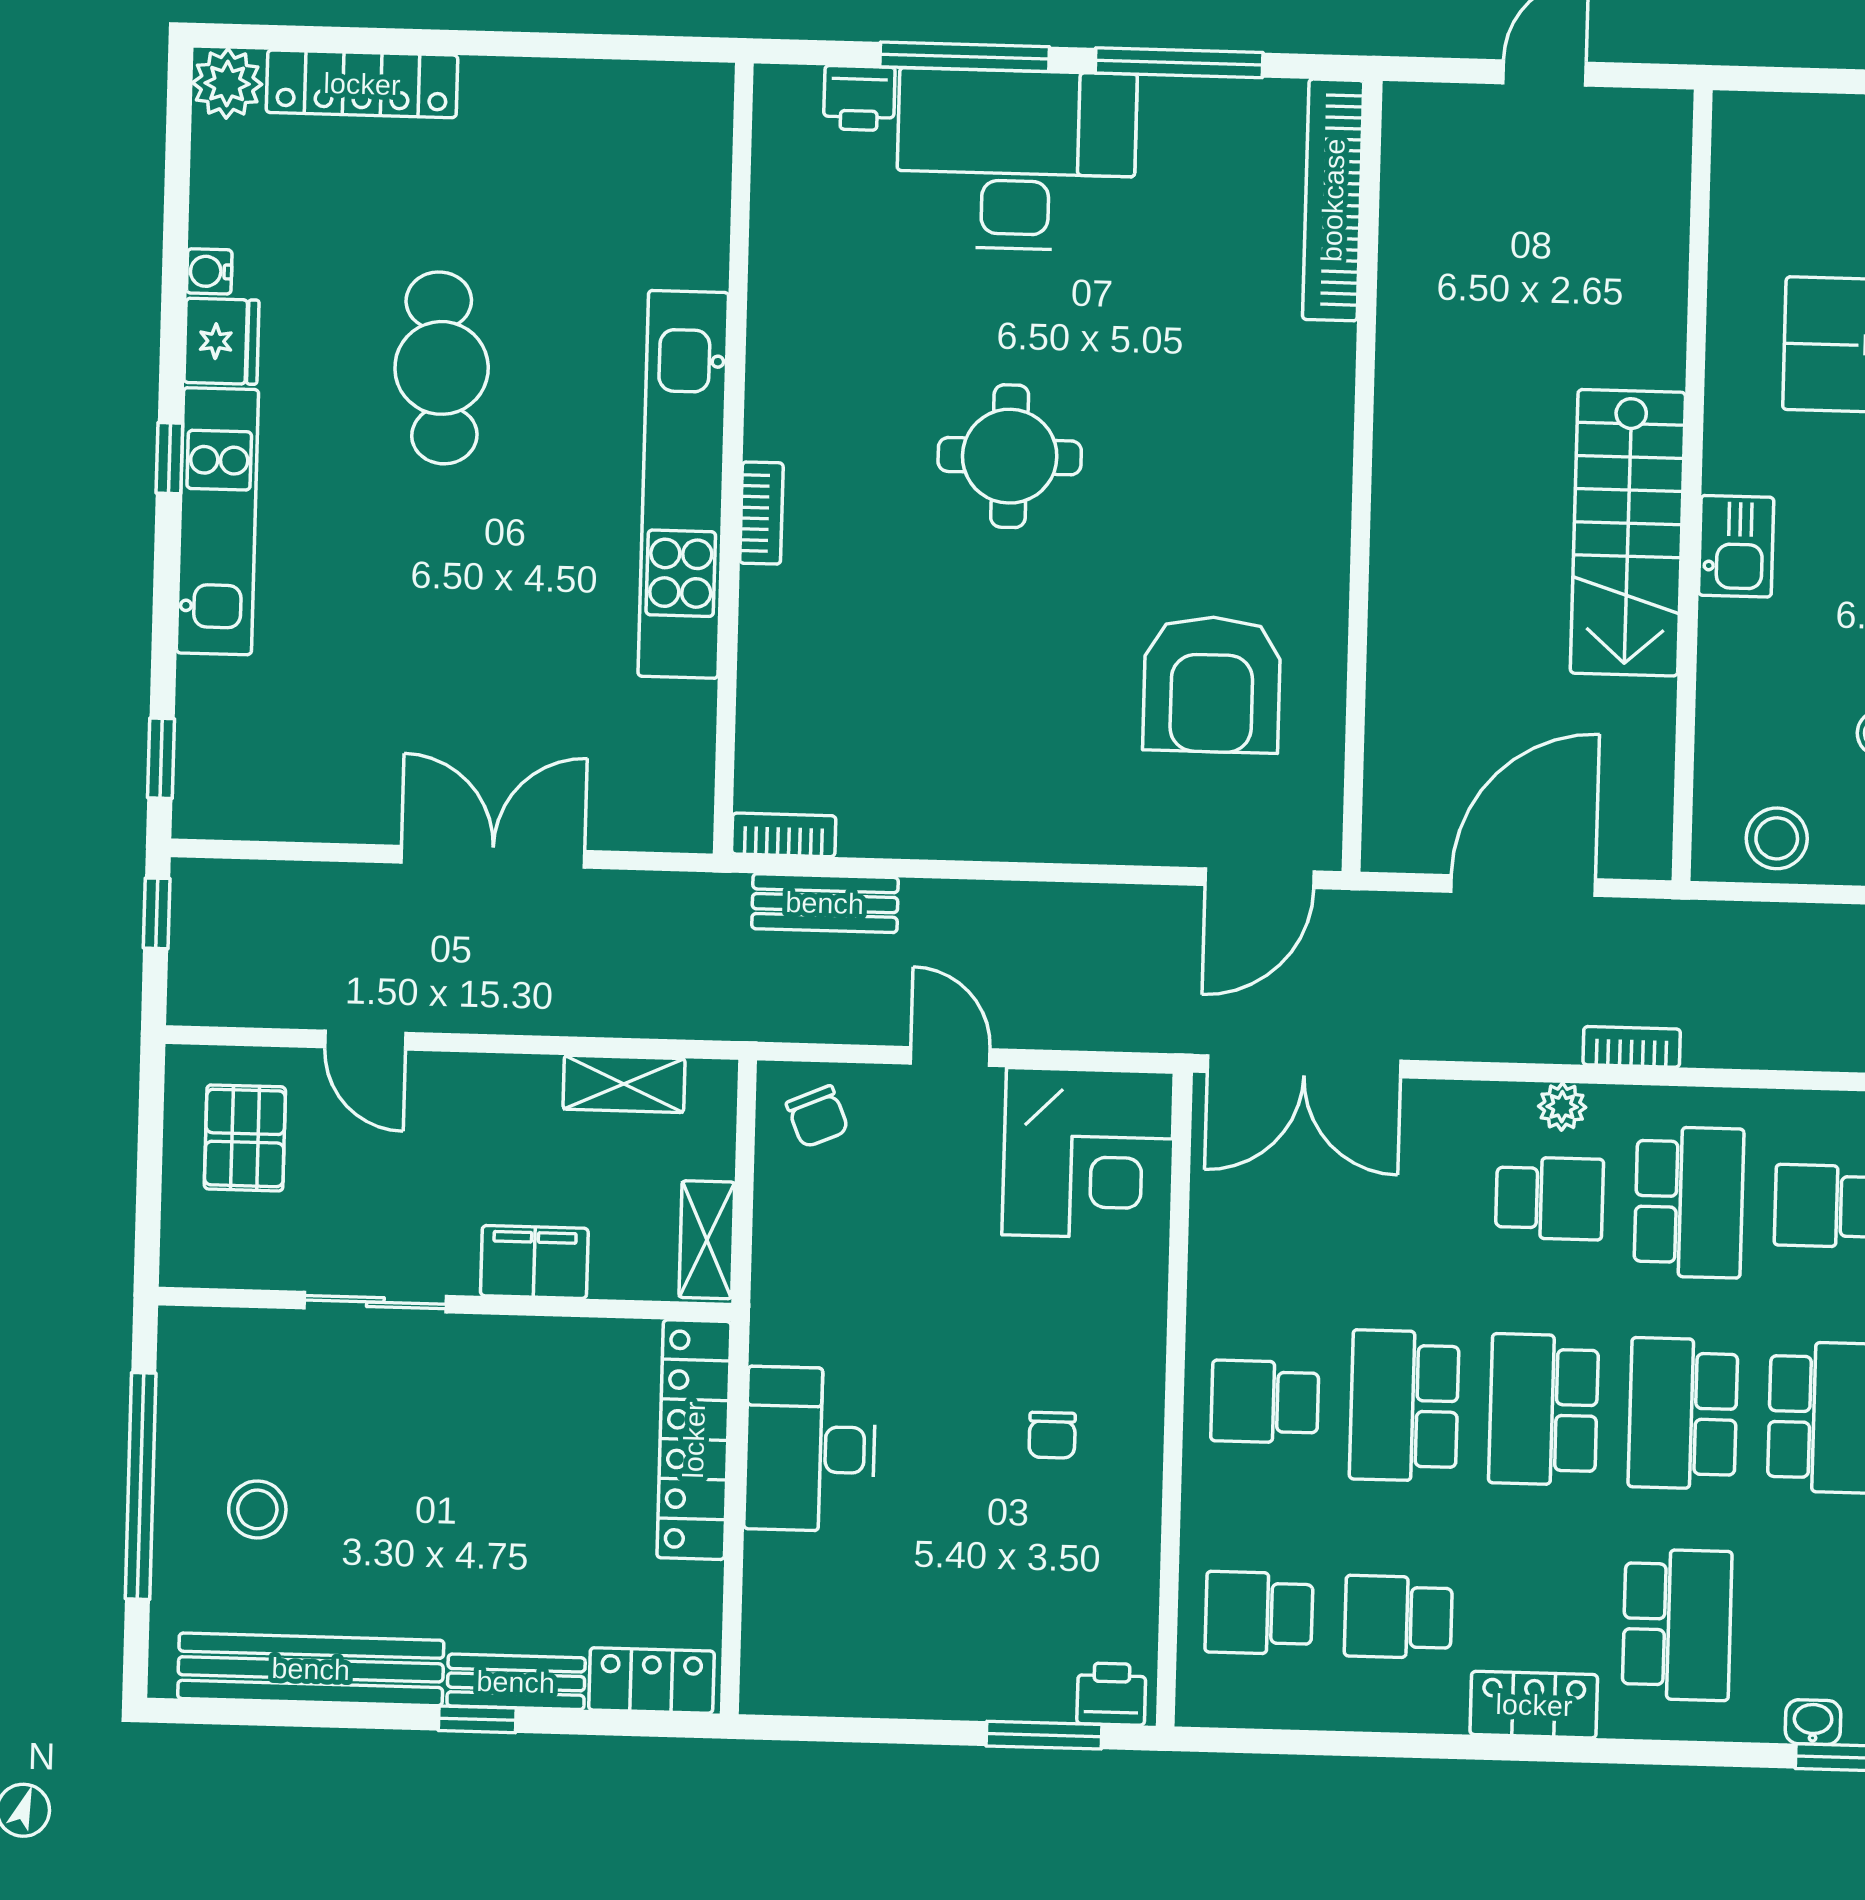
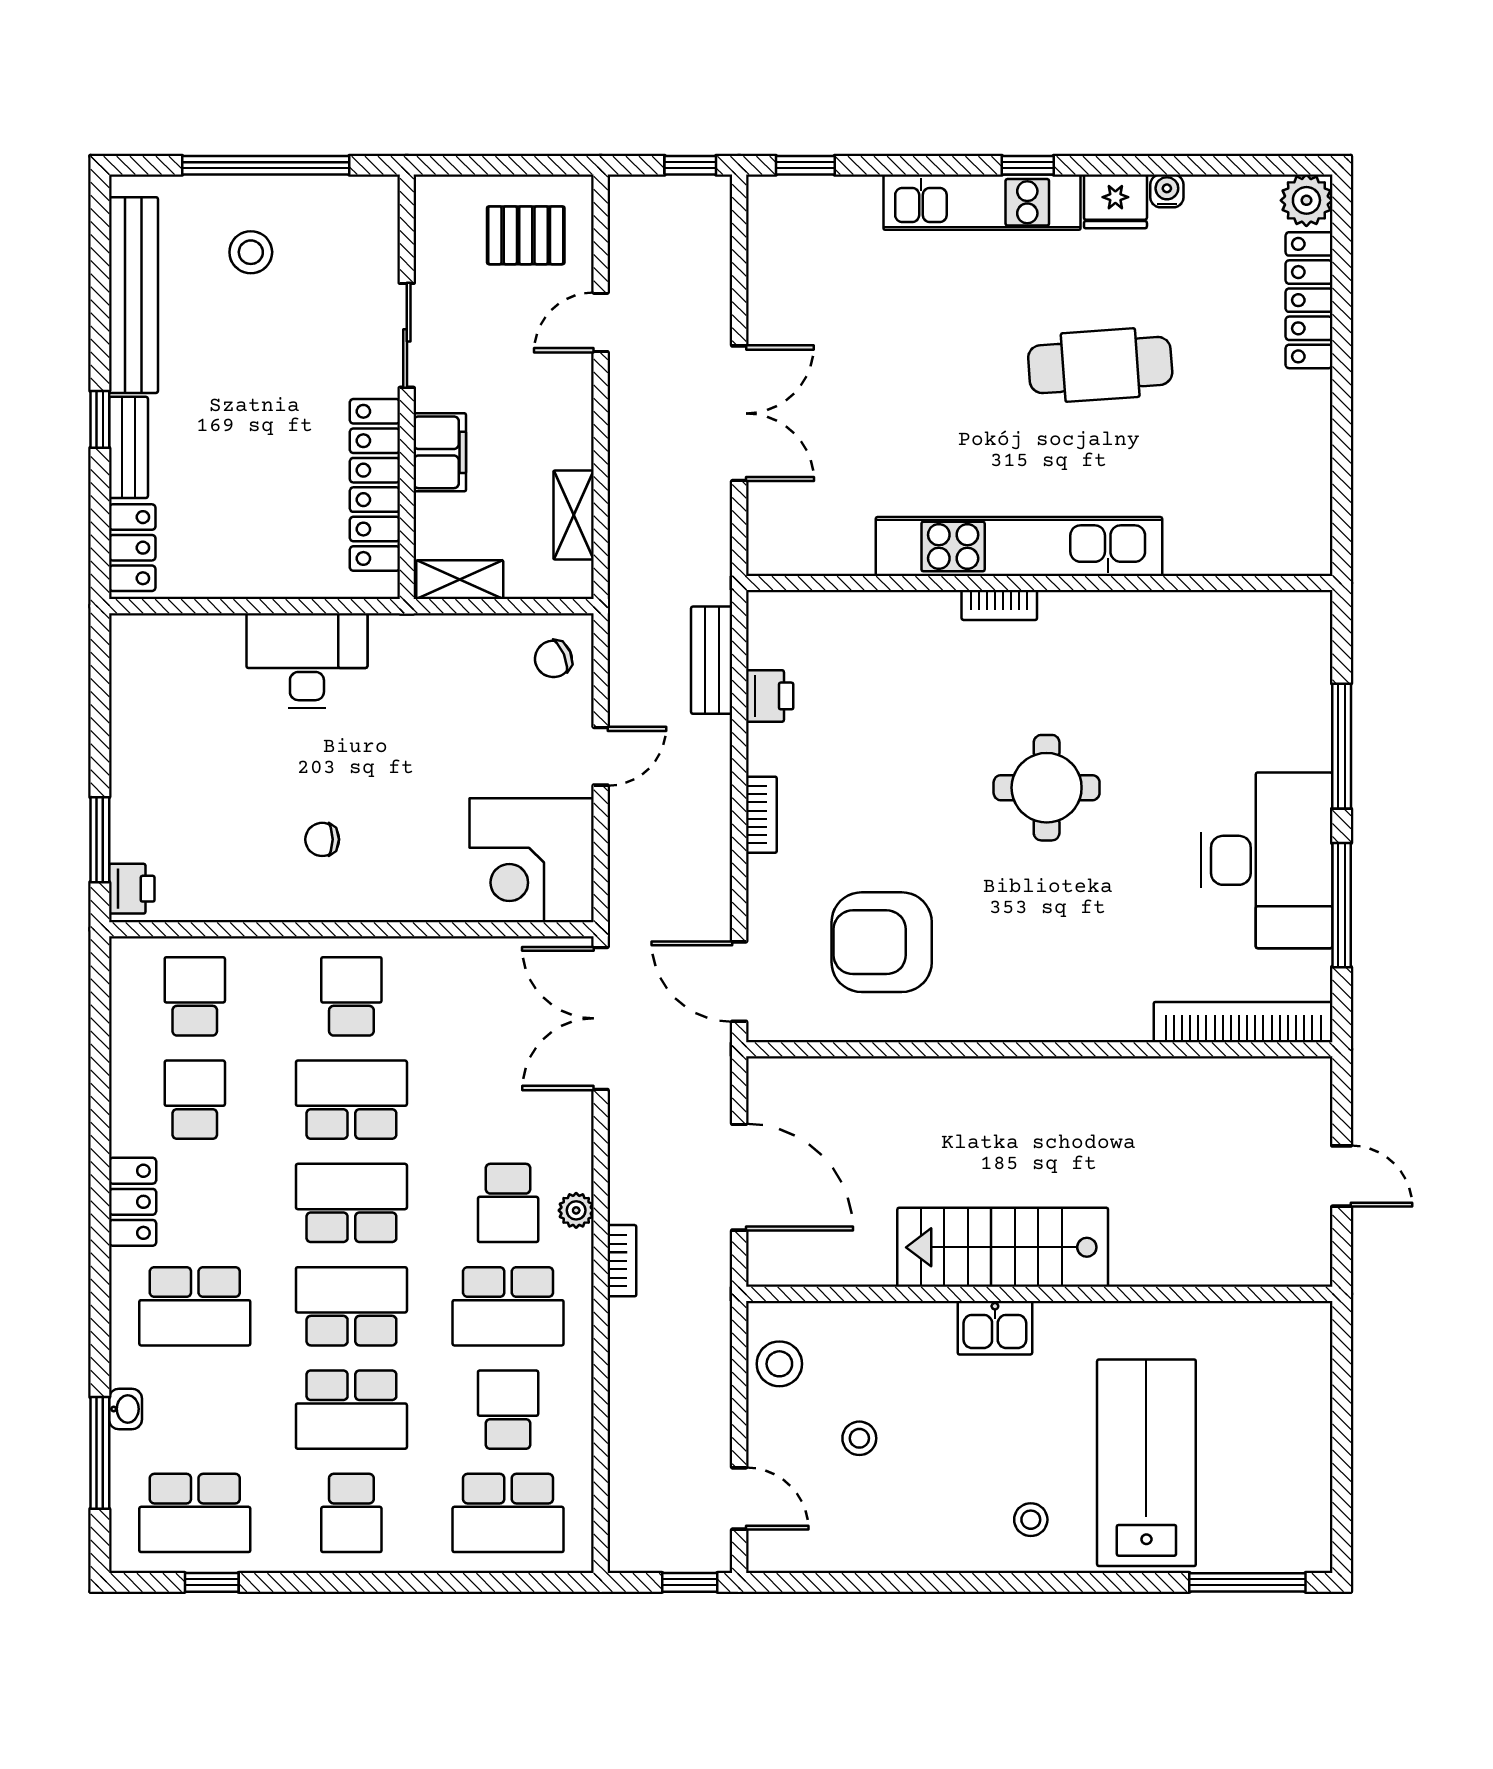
printer: (859, 98) -> (770, 696), moved, turned 180
desk: (1016, 160) -> (1266, 860), moved
bookcase: (784, 835) -> (761, 815), moved
locker: (694, 1440) -> (375, 485), moved, turned -90

